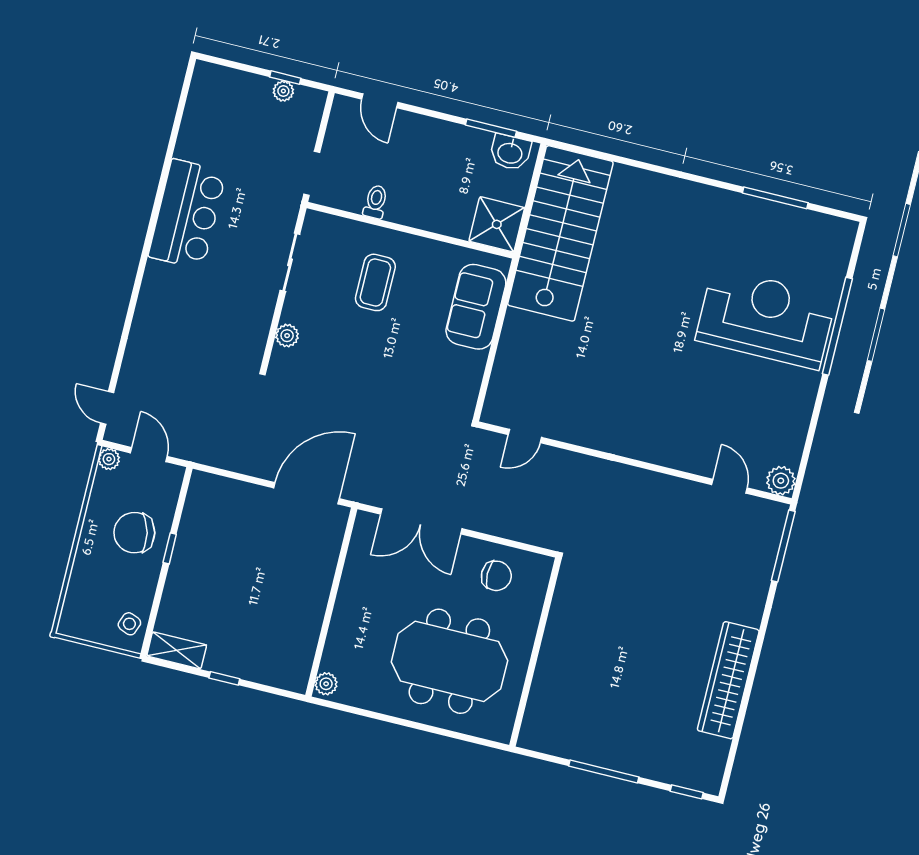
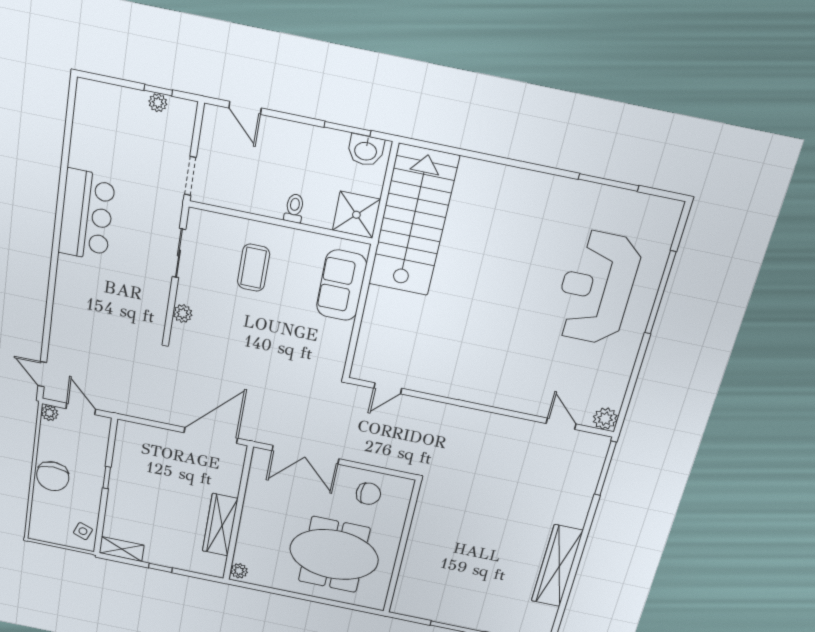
toilet: (375, 202) -> (294, 208), moved
reception desk: (766, 318) -> (597, 288), turned -90
chair: (134, 533) -> (53, 476), moved, turned -77
wardrobe: (307, 617) -> (220, 525), added

